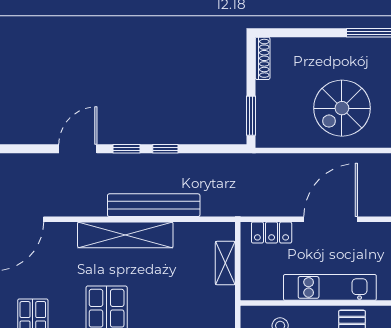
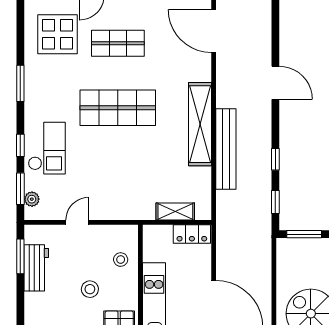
window: (127, 149) -> (275, 202), moved
locker: (272, 232) -> (192, 234), moved, turned -90

